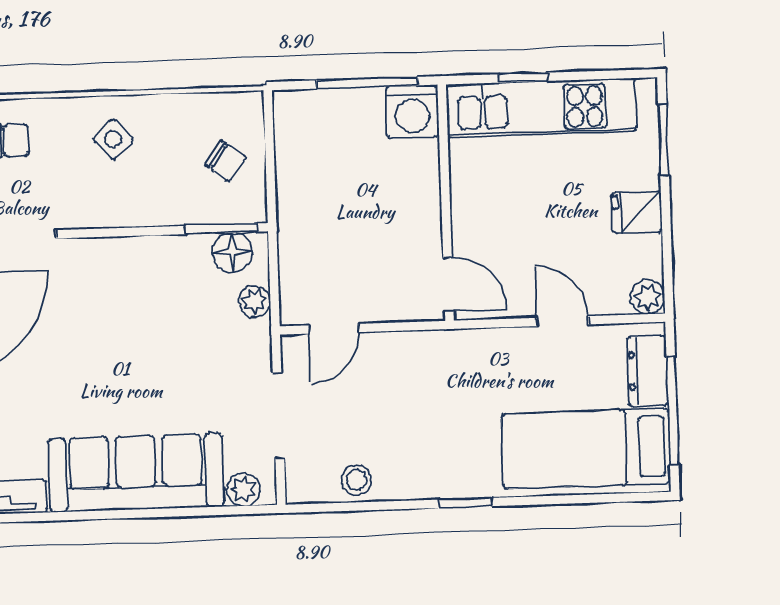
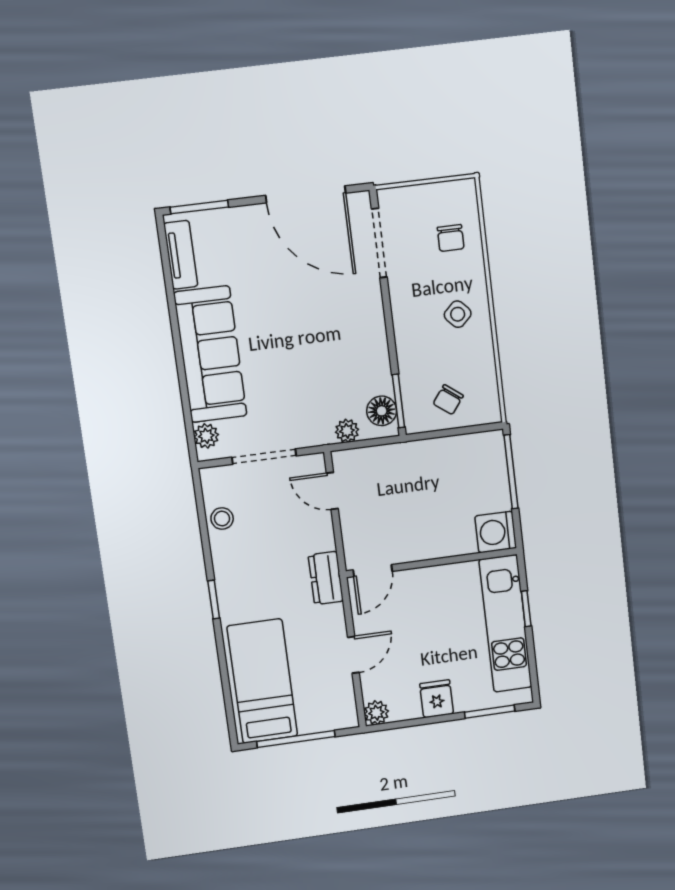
window: (367, 83) -> (511, 472), moved
dresser: (647, 371) -> (326, 578), moved, turned -90

